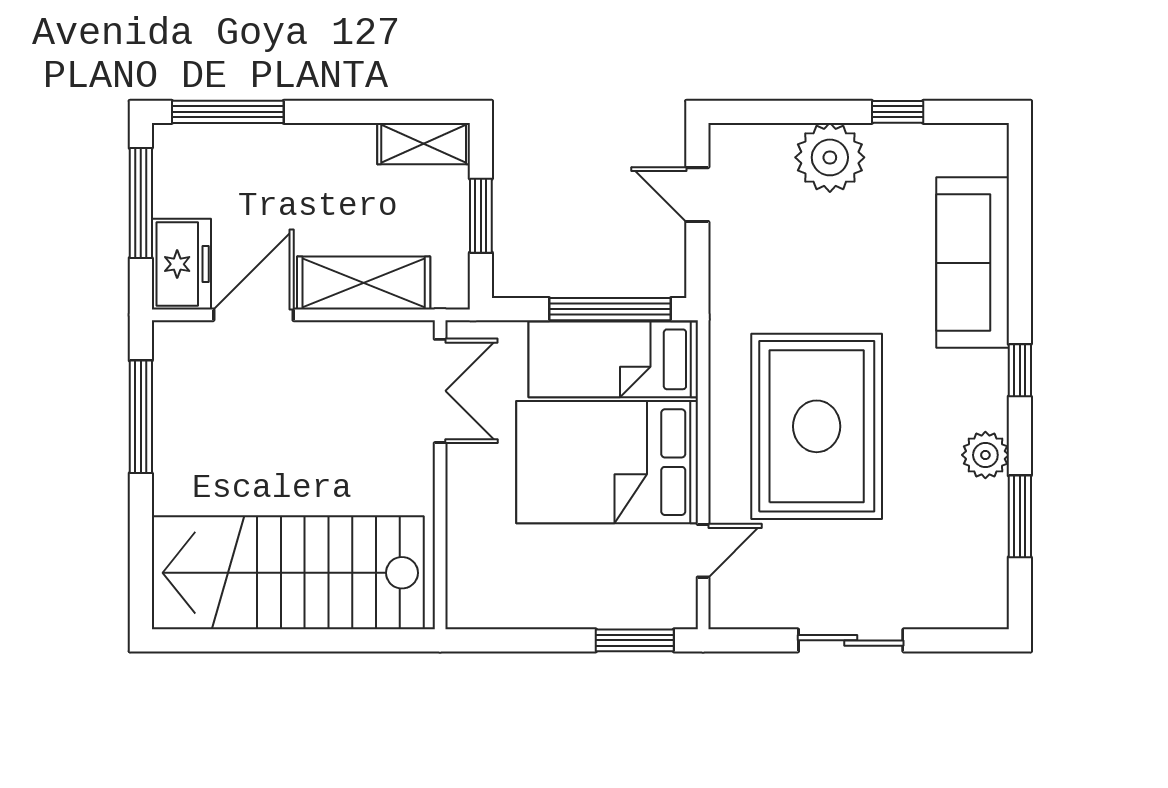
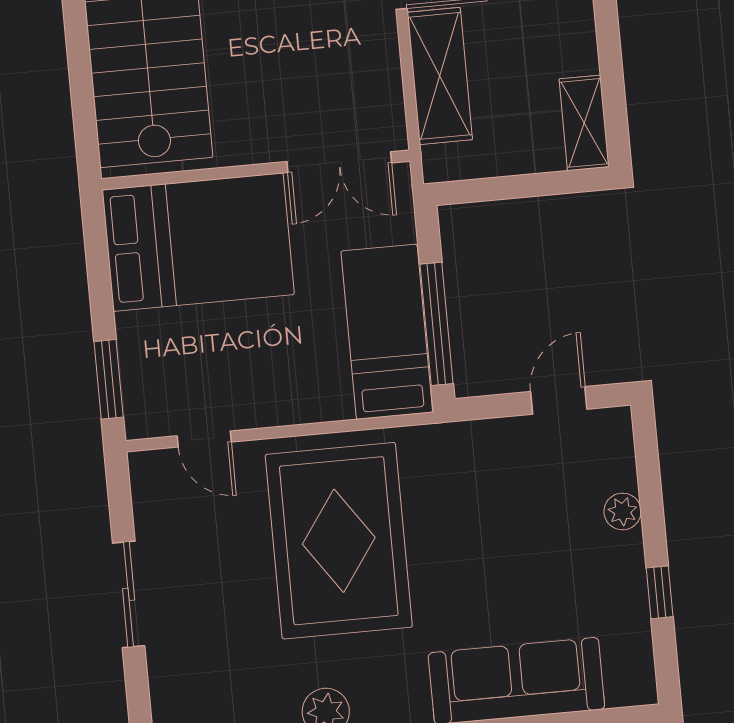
plant: (830, 157) -> (623, 511), width x0.53, depth x0.53
window: (481, 216) -> (518, 187), removed
rug: (817, 426) -> (339, 541), turned 90
bed: (607, 462) -> (198, 242), moved, turned 90

